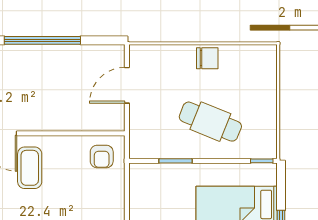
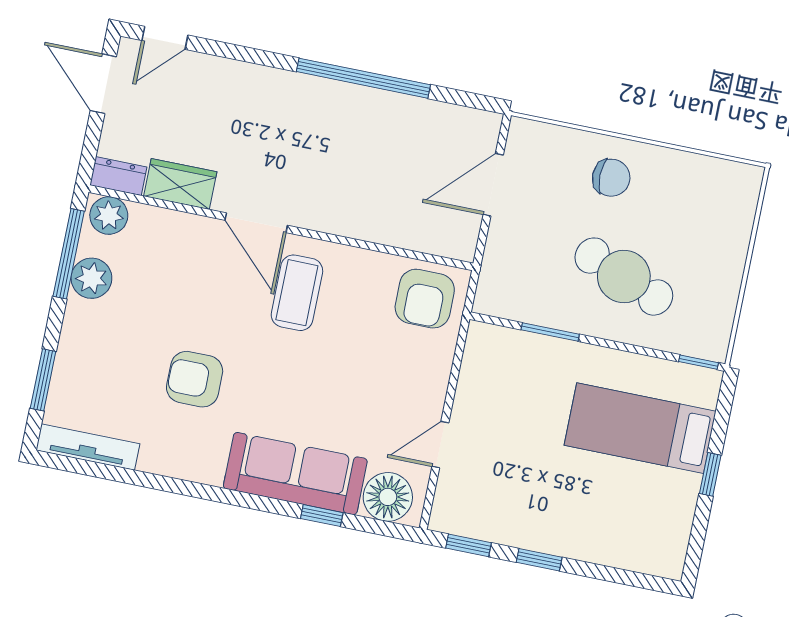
chair: (207, 58) -> (611, 178), moved
armchair: (102, 157) -> (425, 299), width x1.38, depth x1.38

